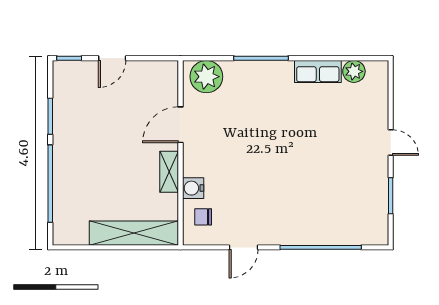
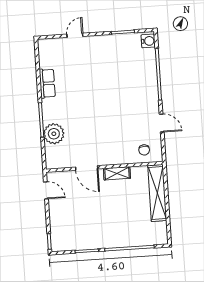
door: (112, 58) -> (46, 190), moved
plant: (354, 71) -> (46, 61), removed
plant: (206, 77) -> (54, 134), moved
door: (391, 142) -> (75, 35), moved
water cooler: (193, 188) -> (148, 41), moved, turned -90

